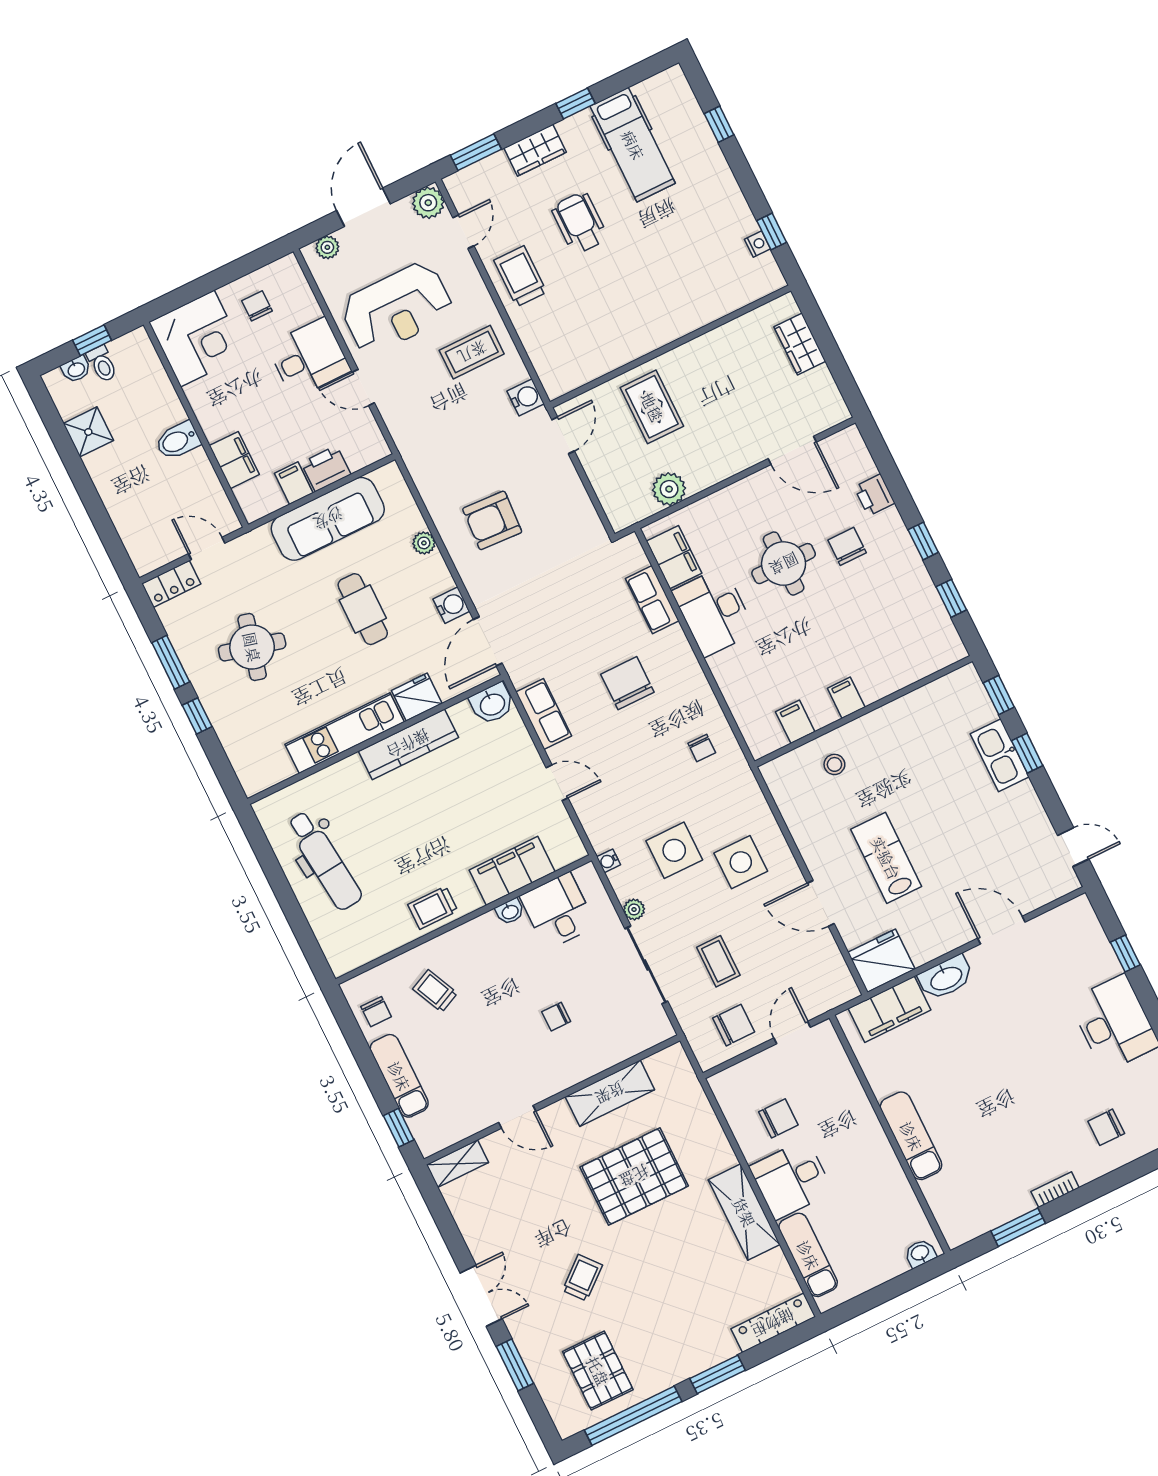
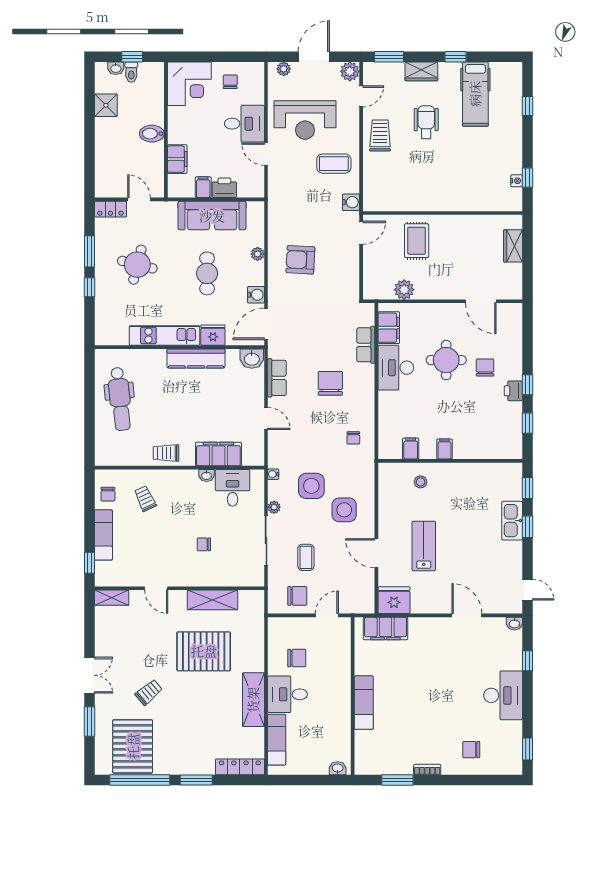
printer: (874, 495) -> (513, 391), moved
washbasin: (946, 978) -> (514, 624), moved, width x0.52, depth x0.69
pallet: (598, 1371) -> (133, 746), width x1.37, depth x1.41

